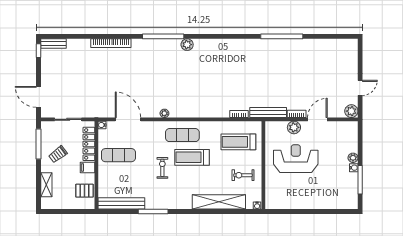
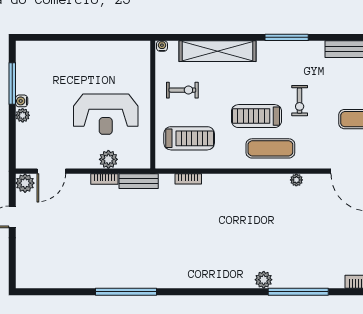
bench: (268, 112) -> (139, 181), width x0.73
door: (317, 119) -> (51, 171), moved
treadmill: (192, 157) -> (257, 116), turned 180
window: (153, 211) -> (287, 37), moved

